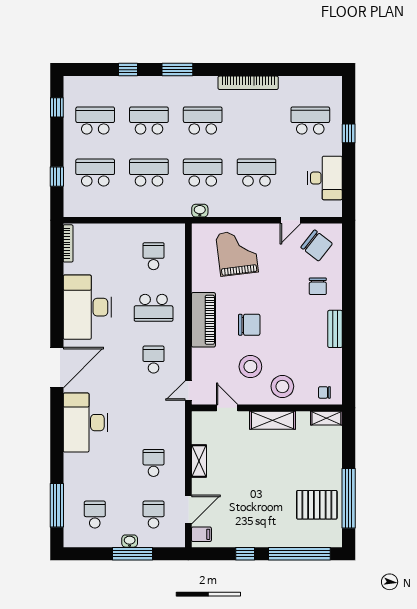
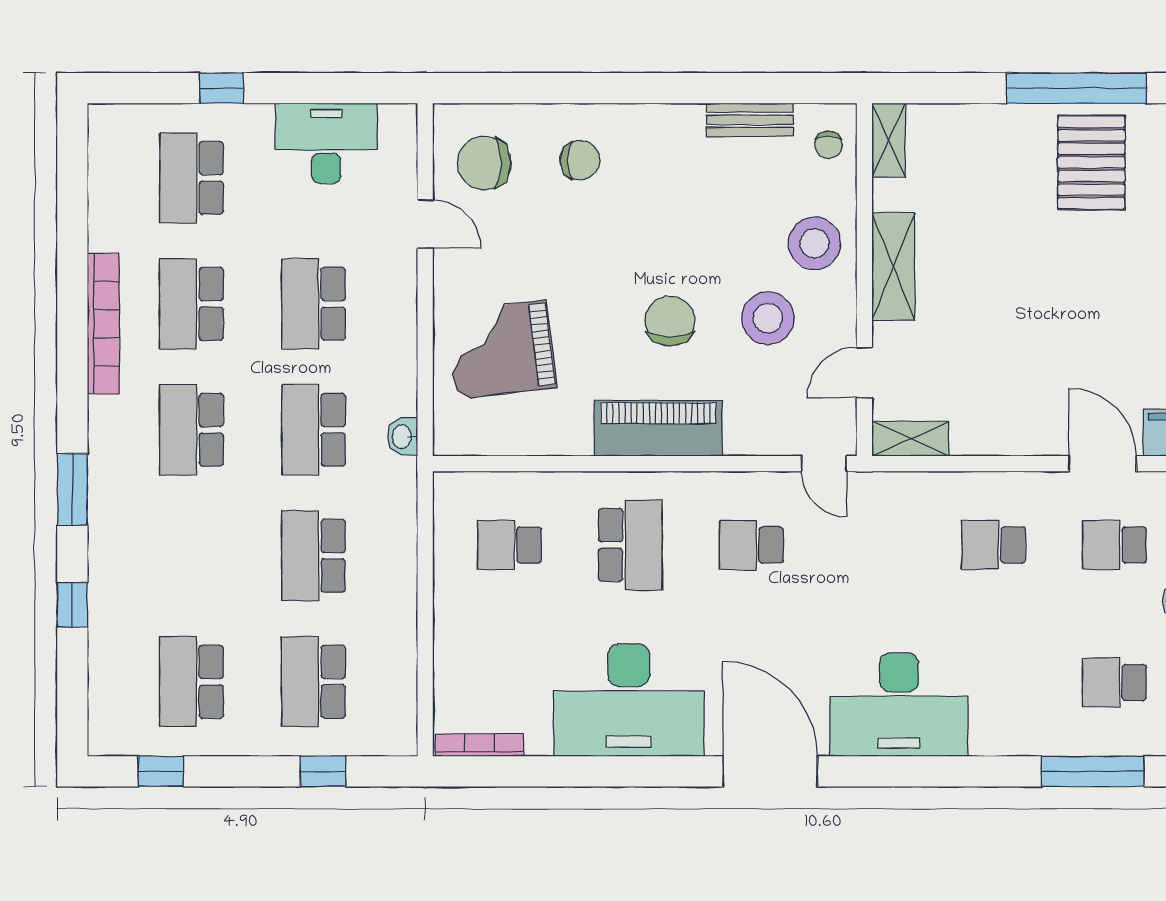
school desk: (149, 120) -> (191, 304), moved
chair: (317, 245) -> (484, 163), turned -128
bench: (335, 329) -> (750, 120), moved
shelving: (199, 461) -> (910, 439), moved

